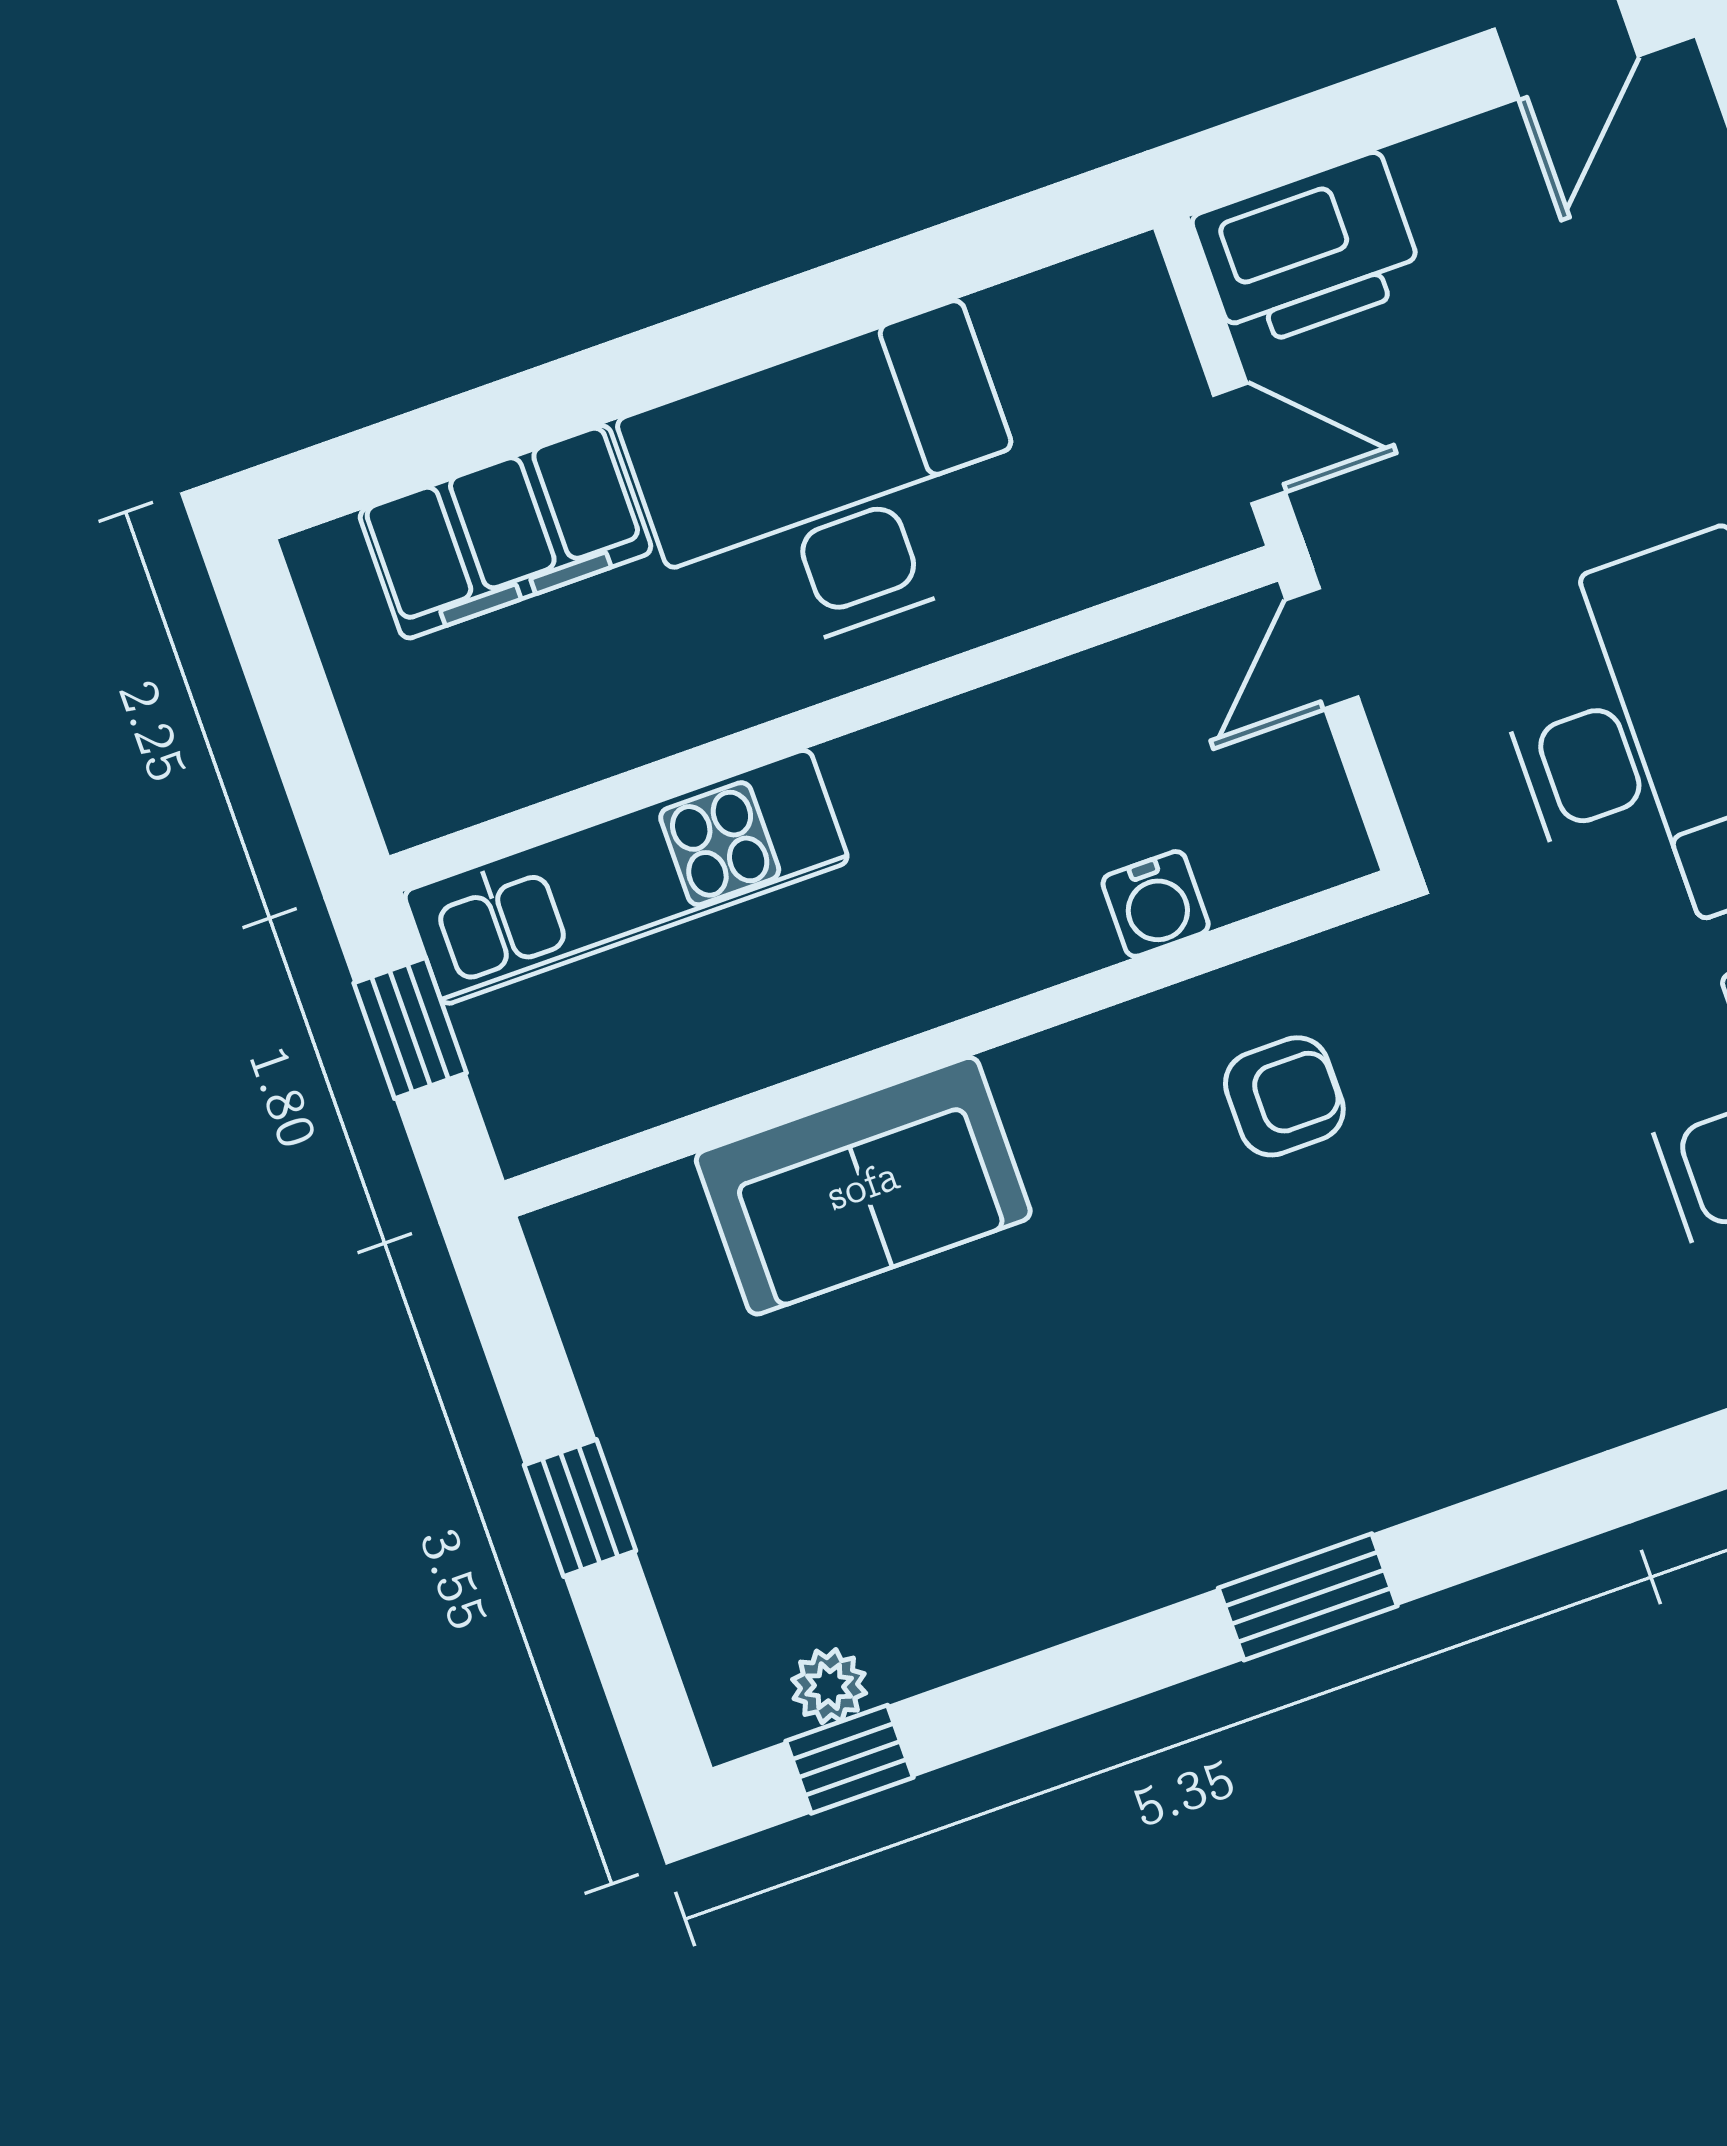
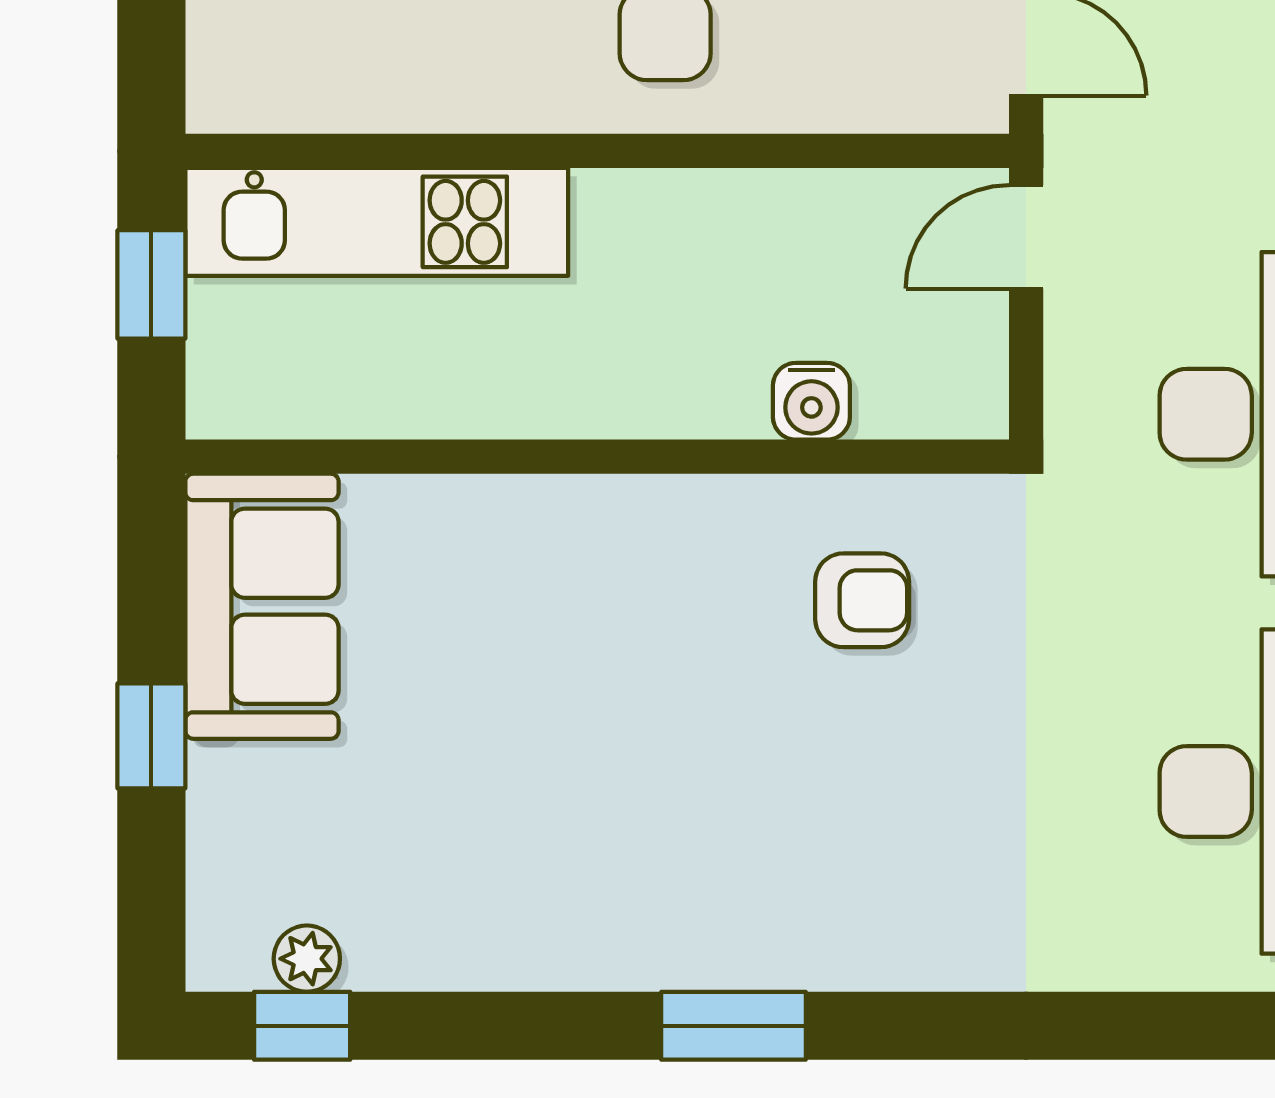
sofa: (863, 1186) -> (262, 606), moved, turned -90

